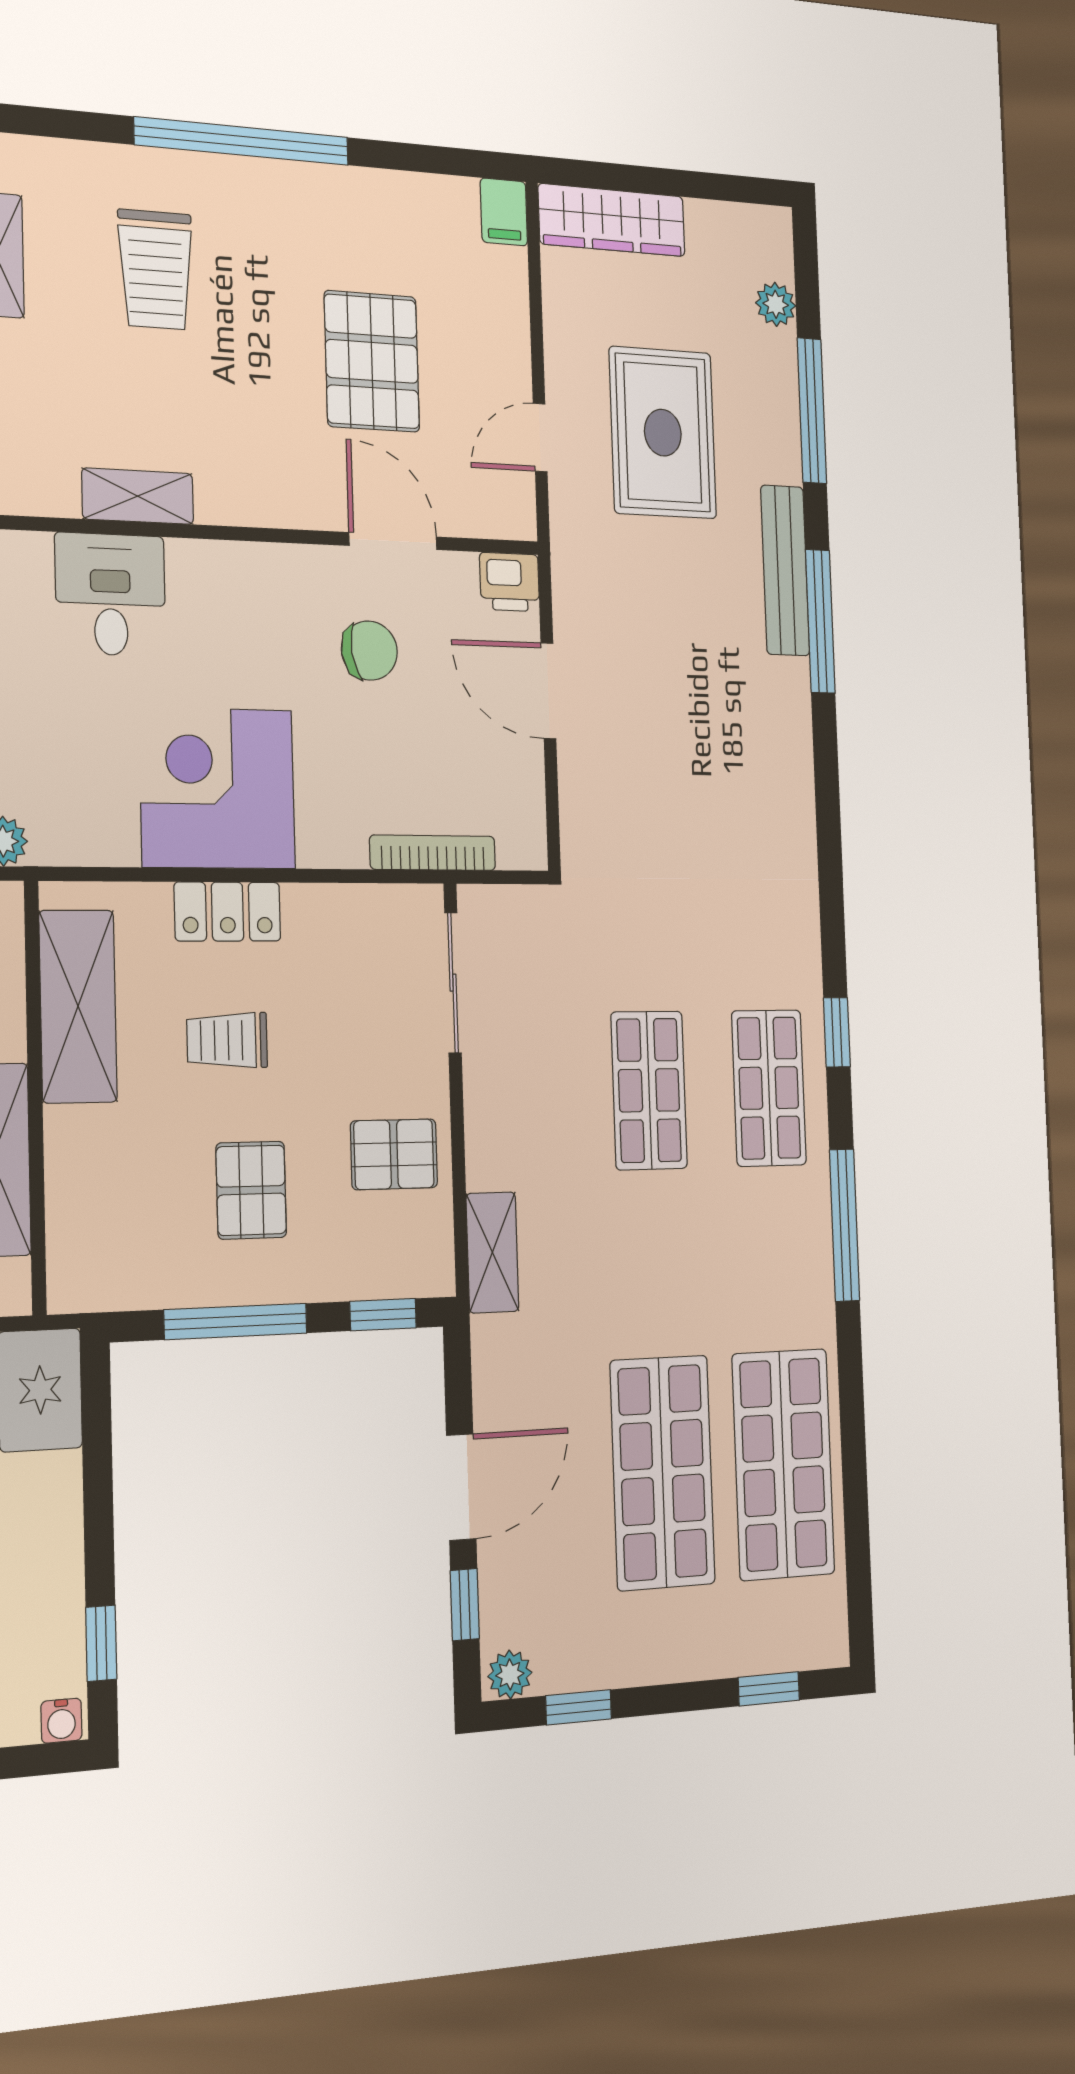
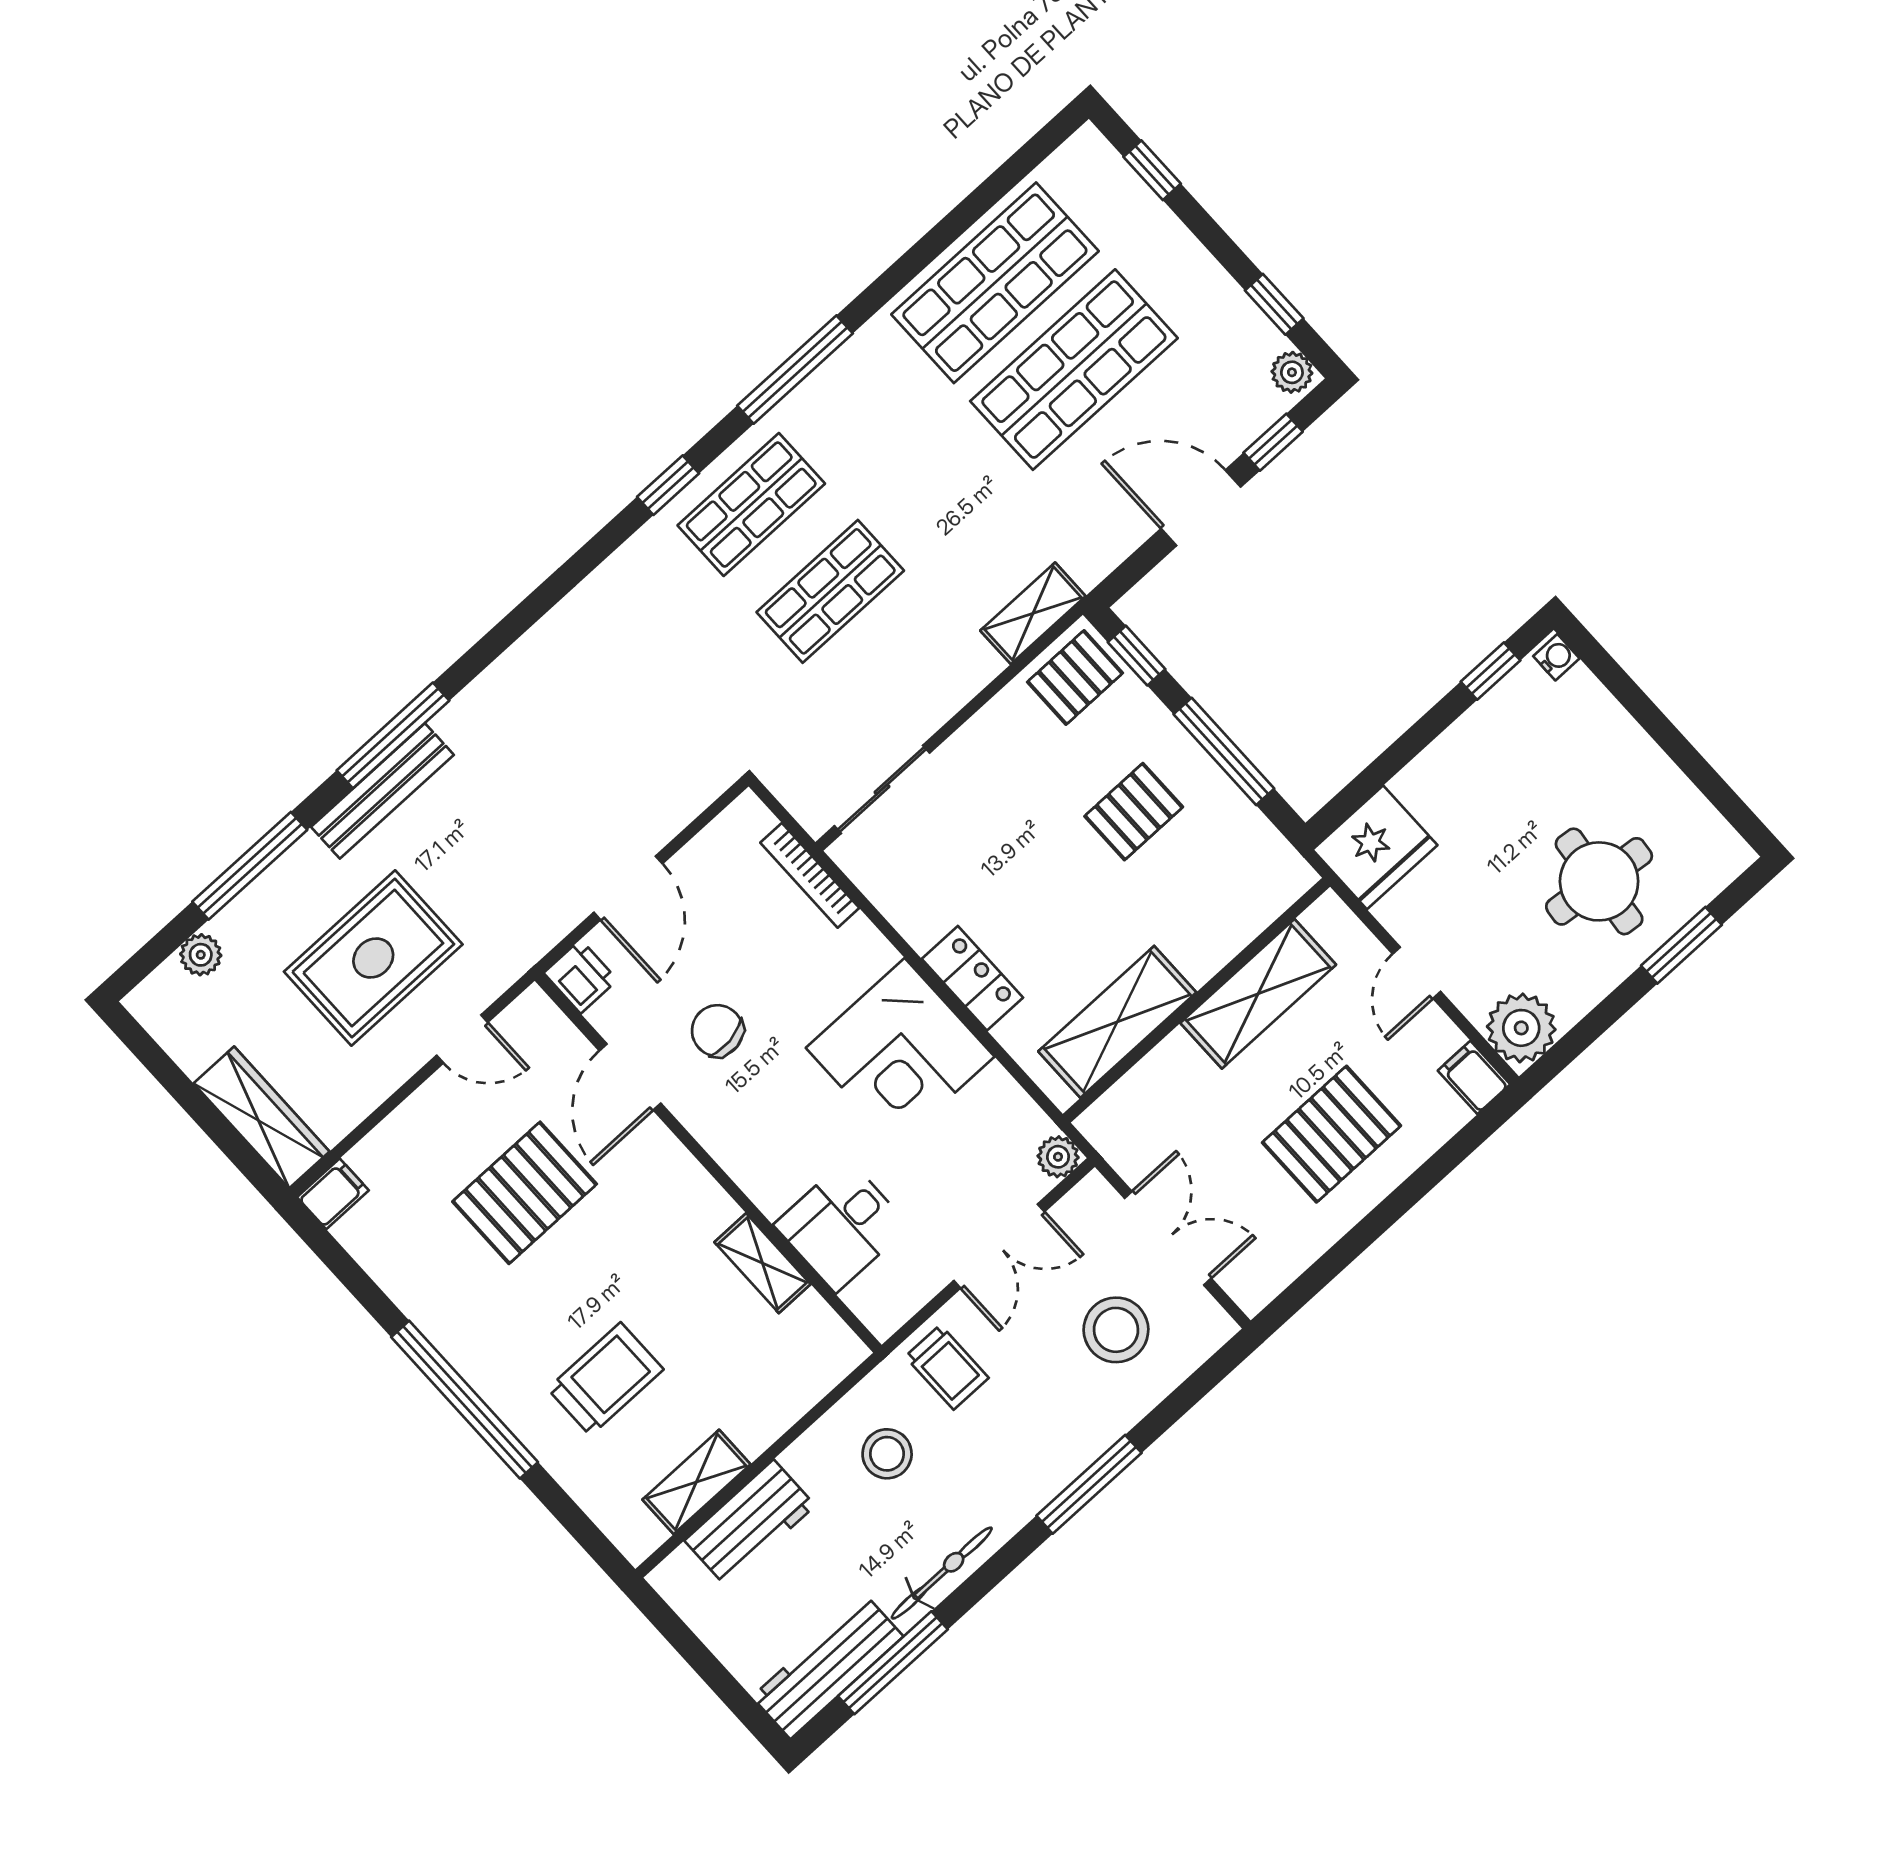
trolley: (227, 1040) -> (1054, 908), removed
pallet: (394, 1154) -> (1075, 677), moved, turned 90

